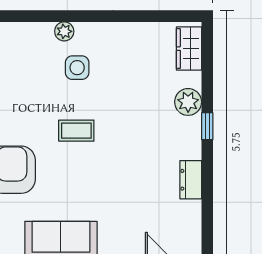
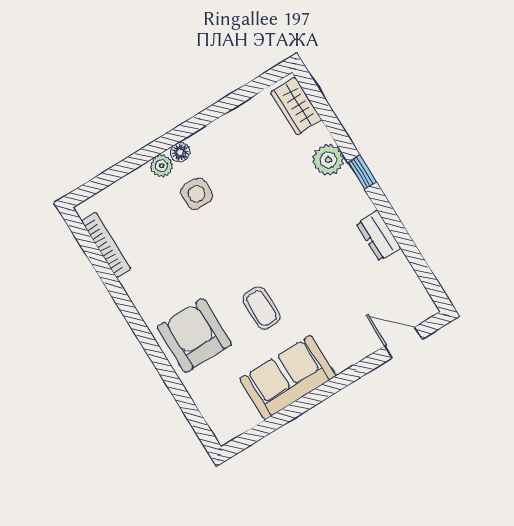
floor lamp: (84, 30) -> (180, 152), added
coffee table: (76, 131) -> (261, 308), moved, turned 90

